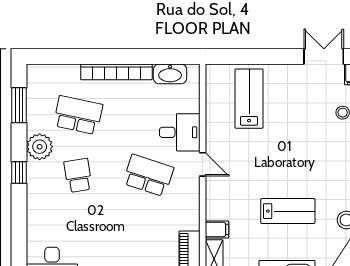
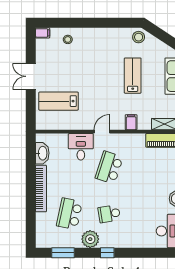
double door: (324, 56) -> (31, 76), moved
filing cabinet: (217, 230) -> (131, 122), moved

